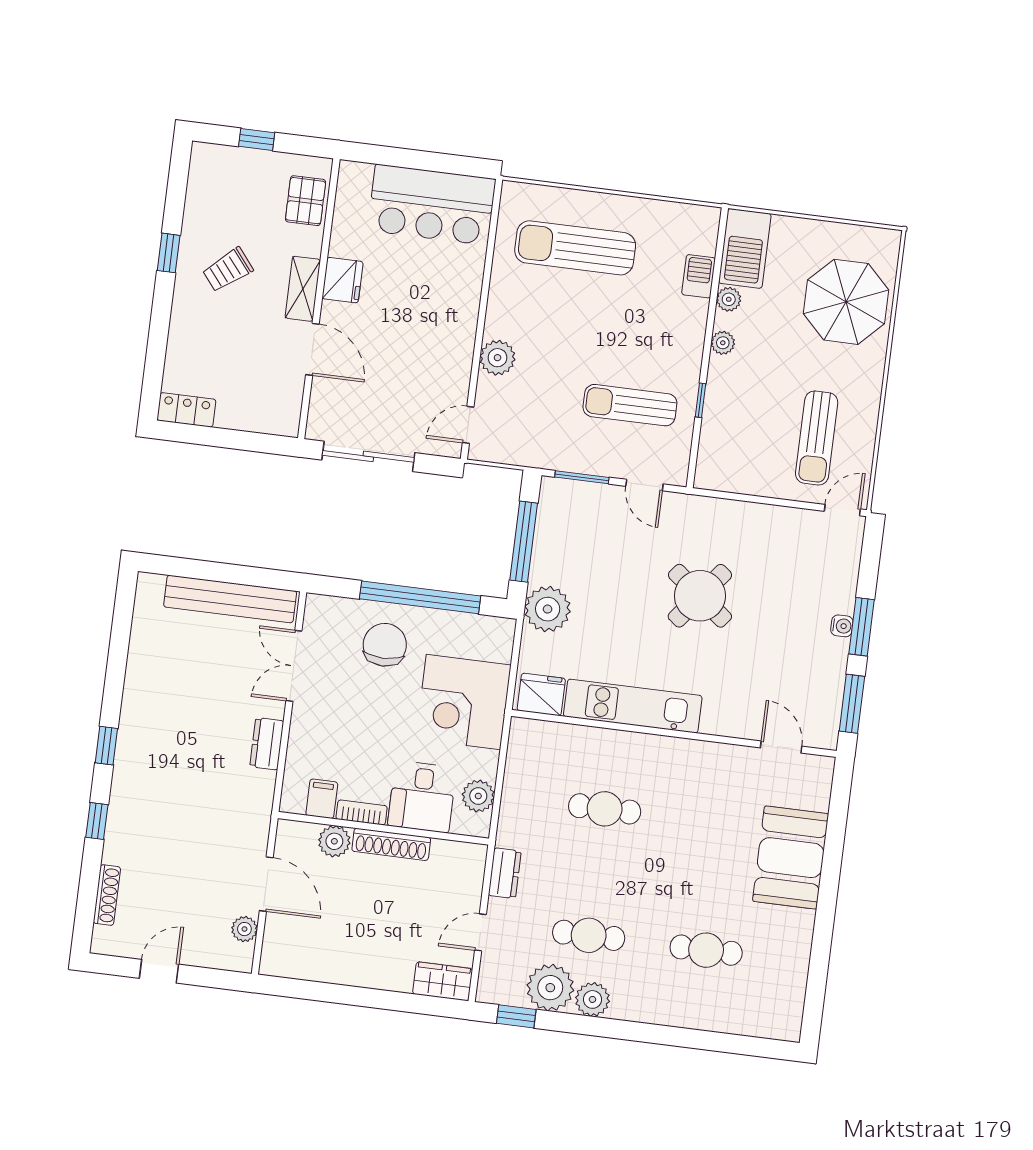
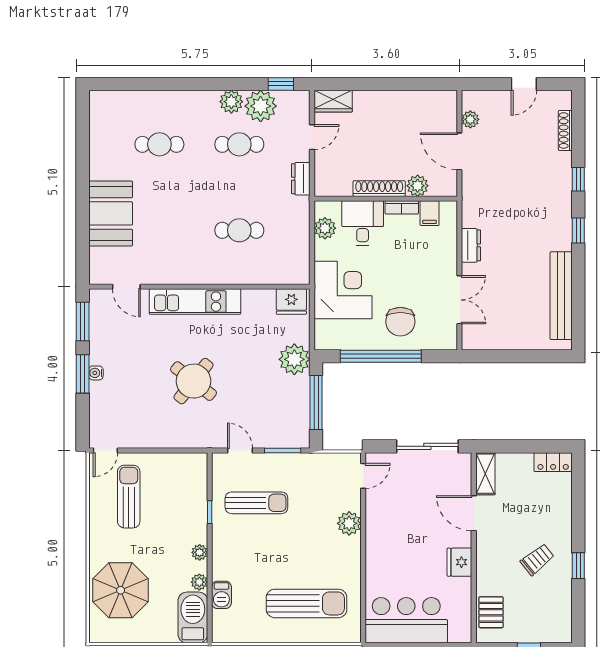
shelving: (303, 289) -> (485, 474), moved
bench: (230, 599) -> (561, 296), moved, turned 90
kitchen unit: (633, 706) -> (195, 302), moved

